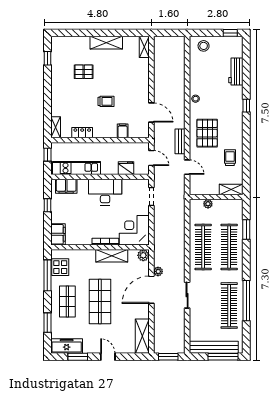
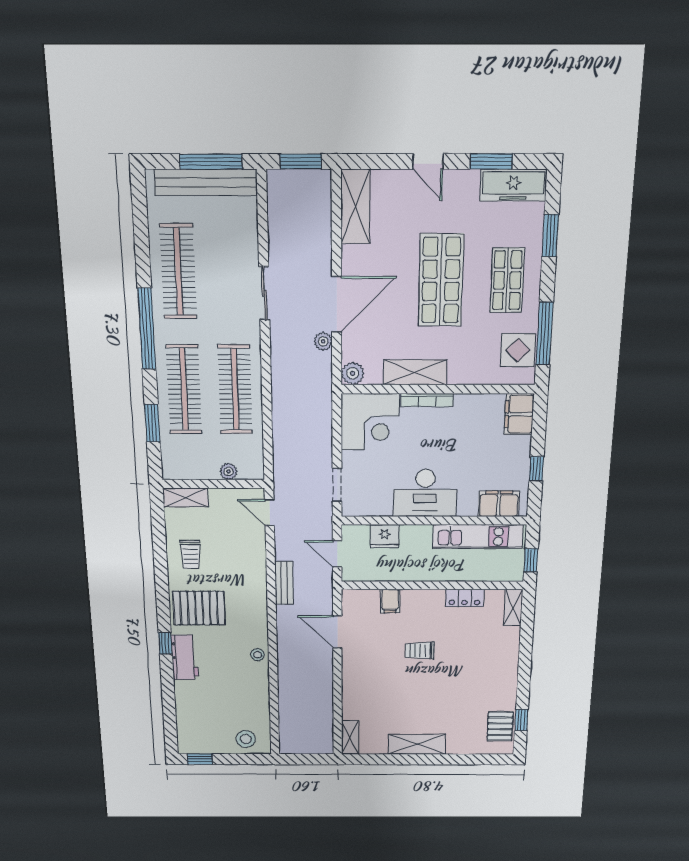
workbench: (236, 71) -> (185, 657), moved
pallet: (84, 72) -> (500, 726), moved, turned 90
pallet: (207, 133) -> (199, 608), moved, turned 90
door: (187, 167) -> (269, 513), moved
window: (246, 301) -> (147, 329), moved
window: (223, 357) -> (211, 162), moved

